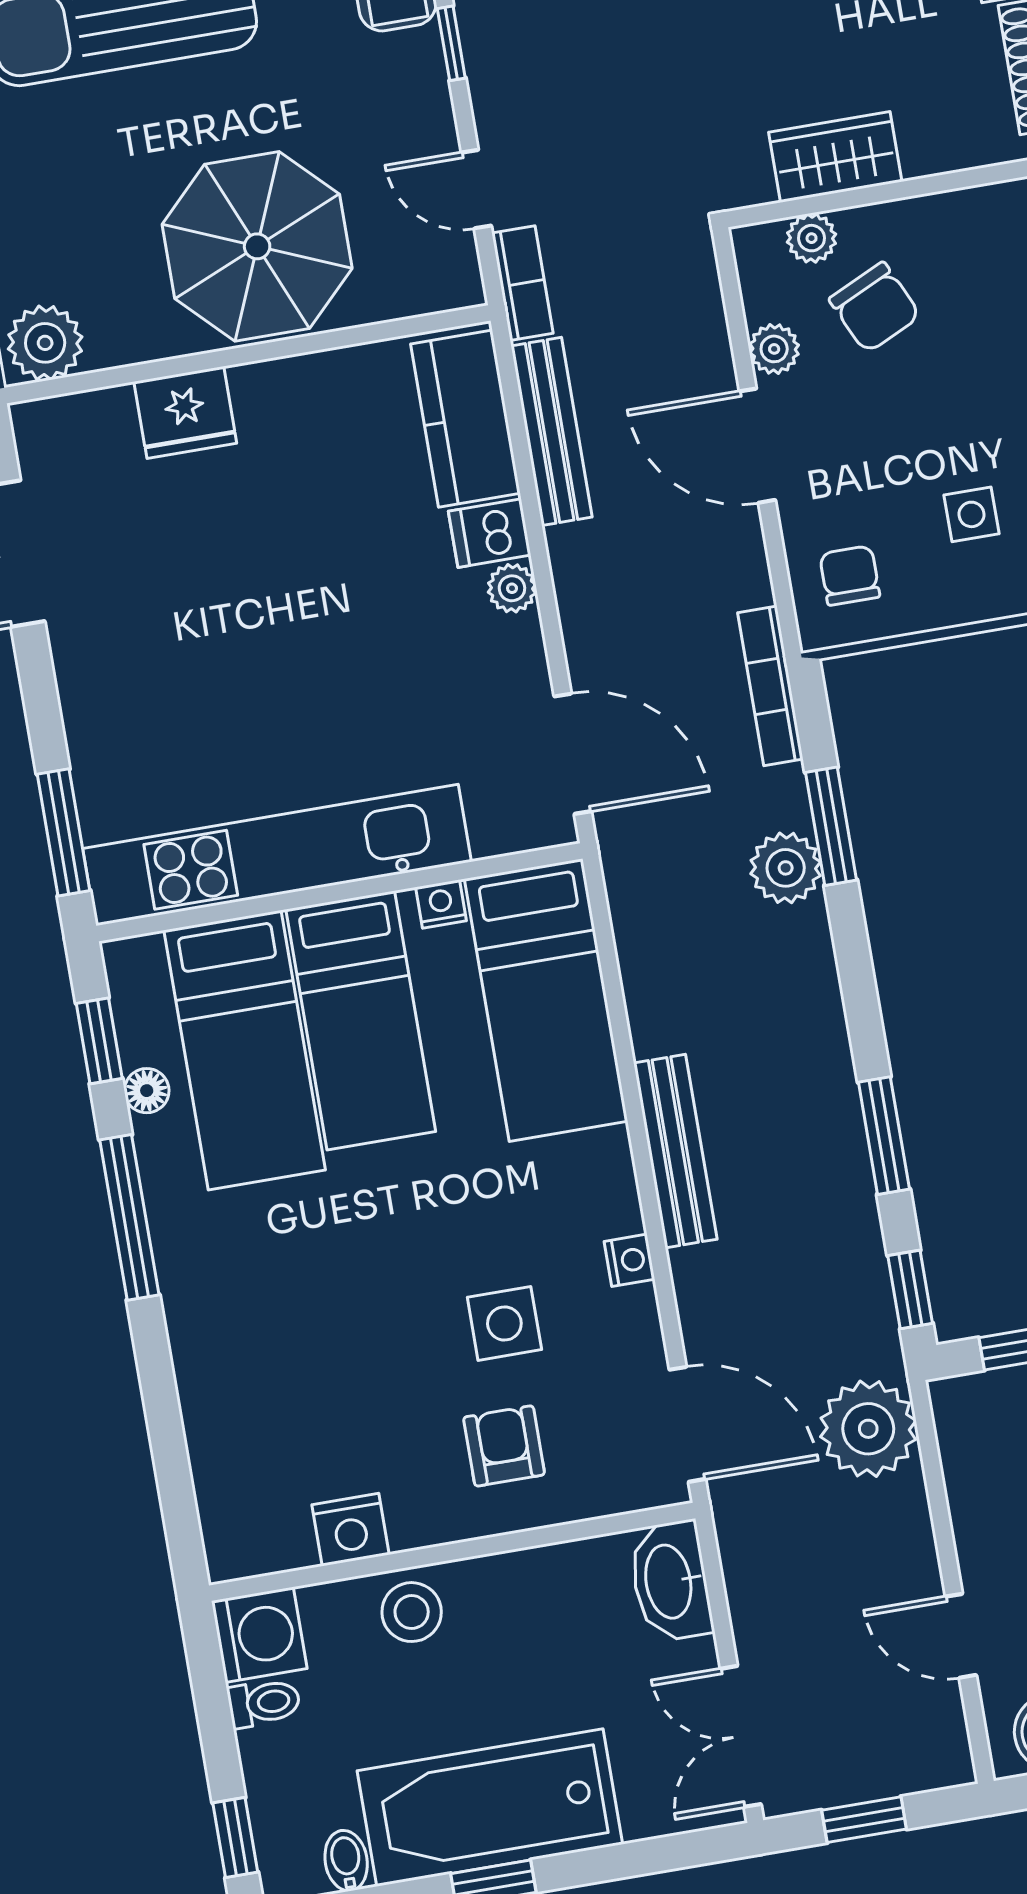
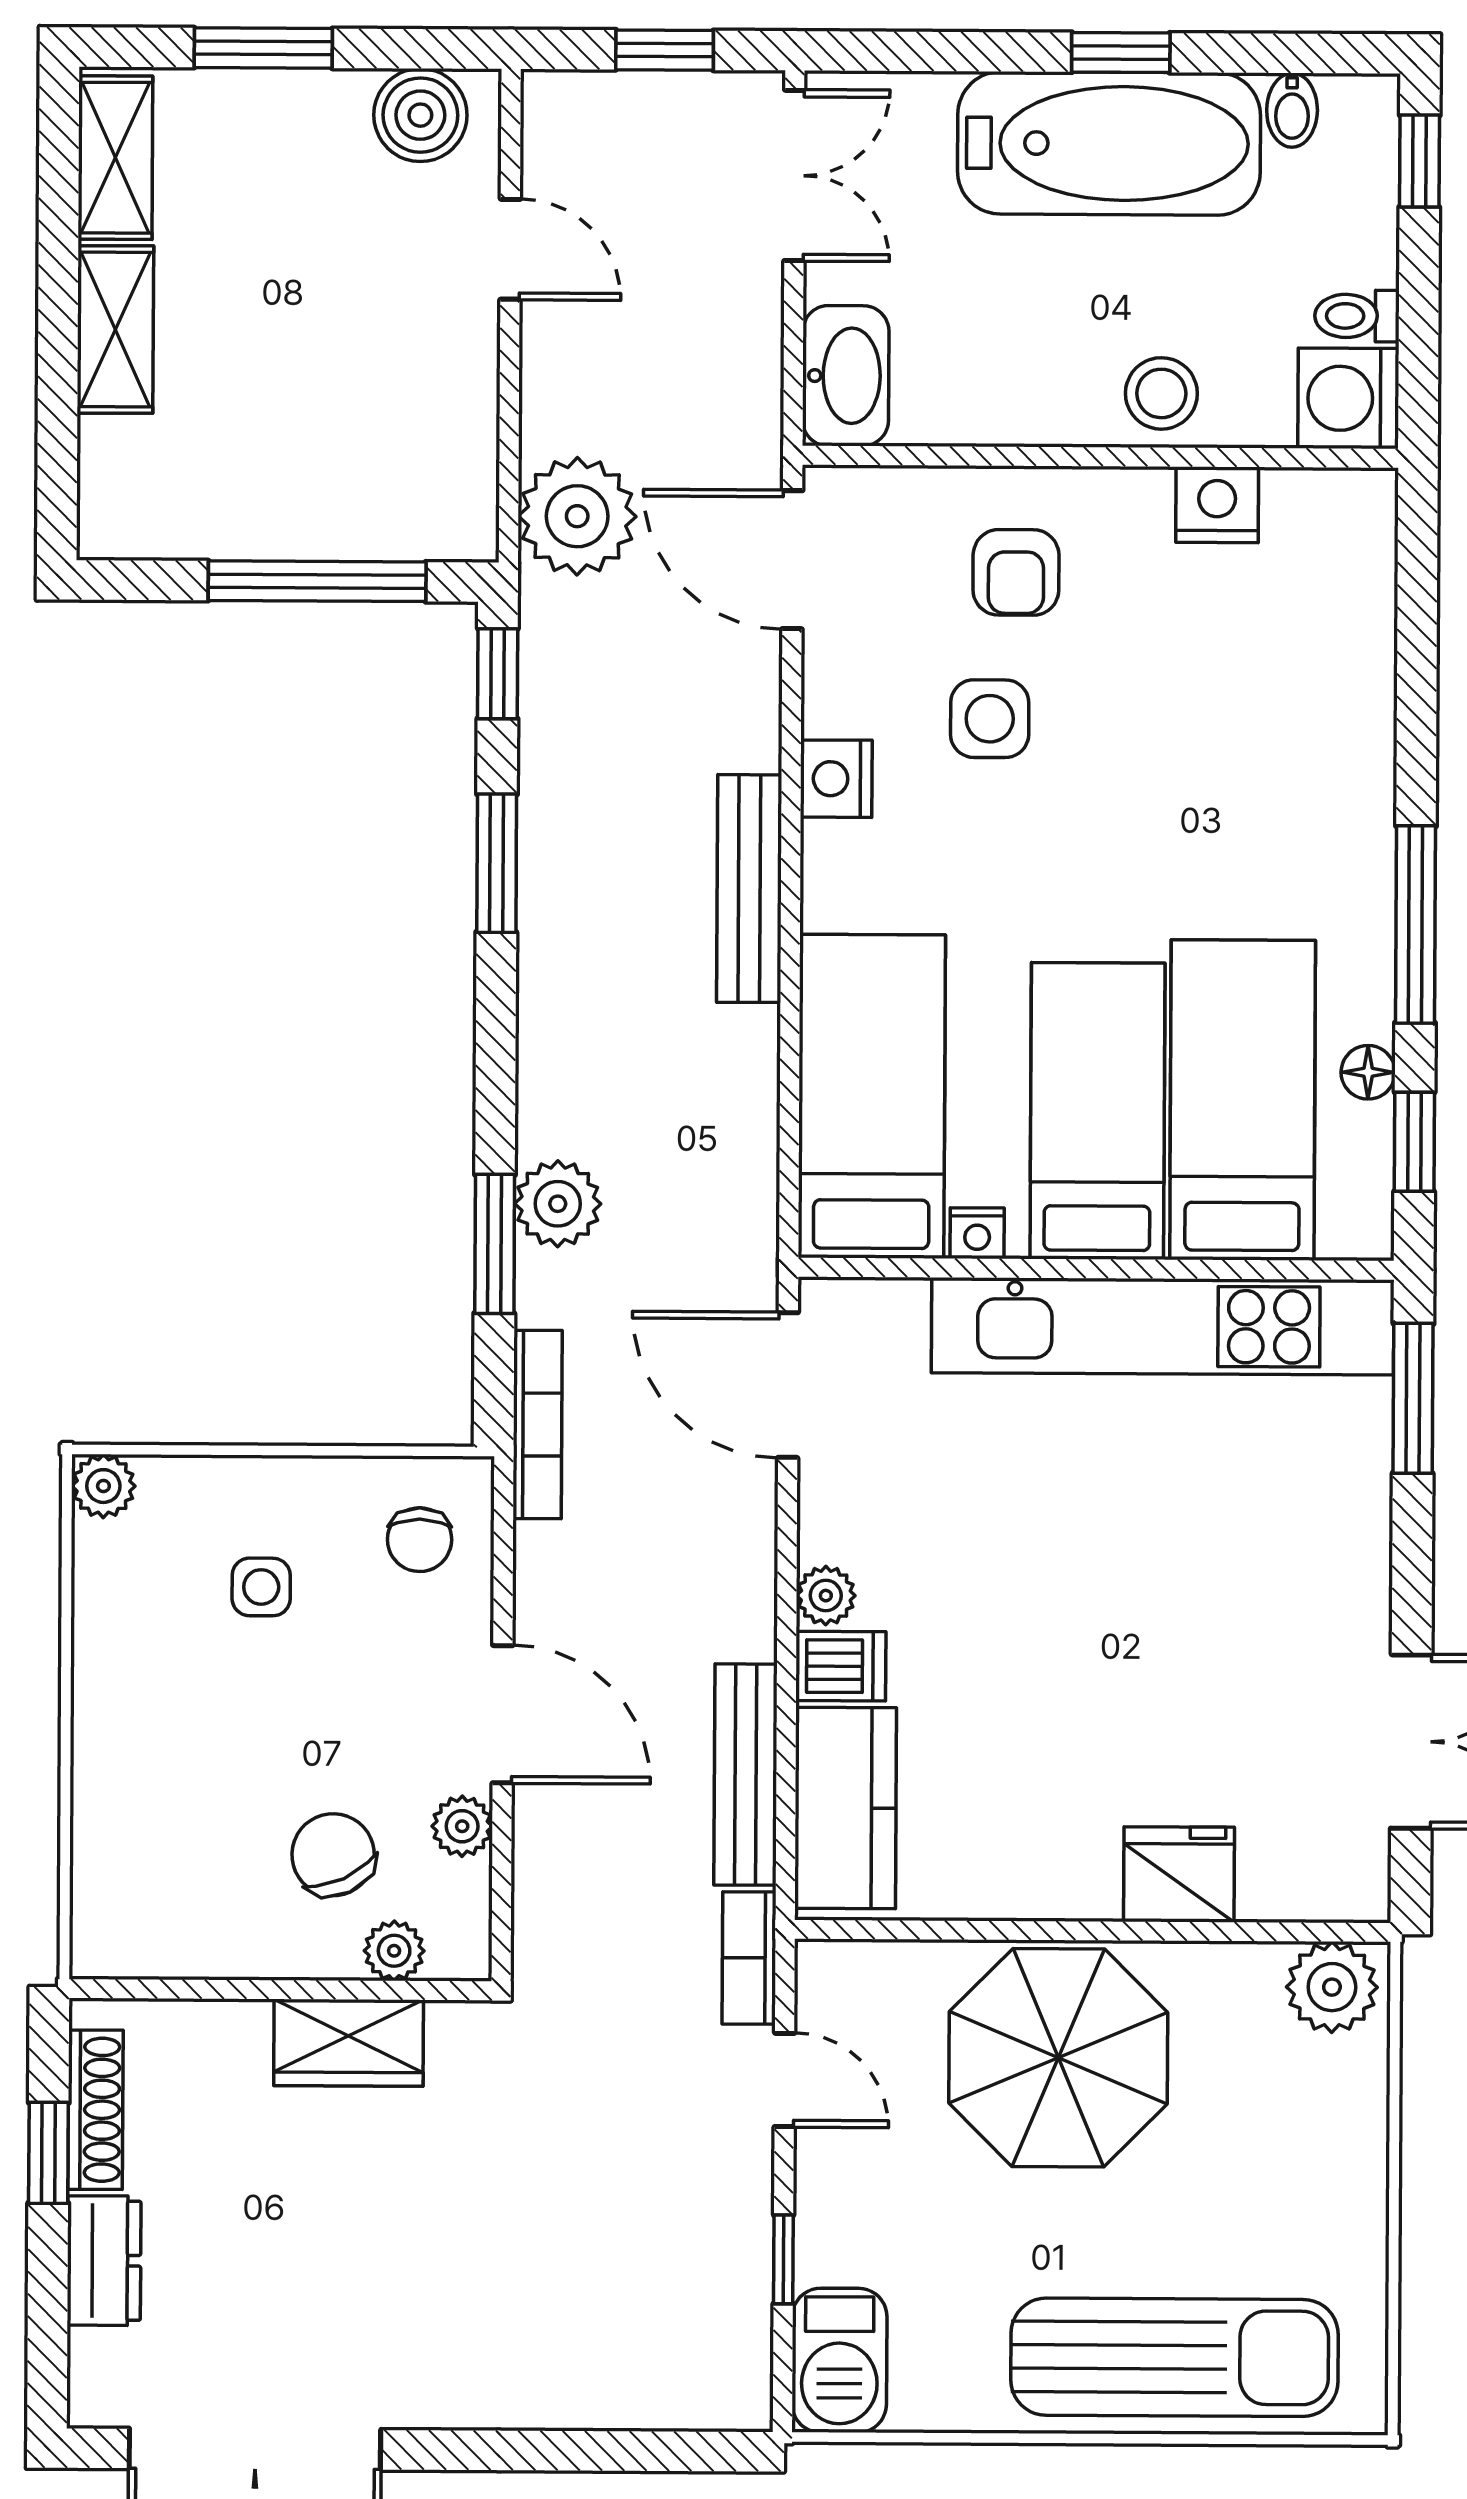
nightstand: (629, 1260) -> (836, 779), width x1.39, depth x1.35

